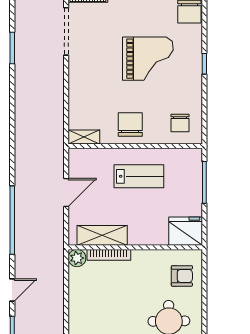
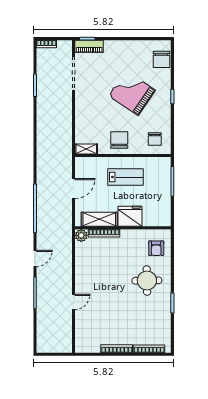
grand piano: (148, 59) -> (132, 93), turned -146
fridge: (186, 231) -> (130, 216), moved
armchair: (182, 276) -> (156, 248), turned 90

